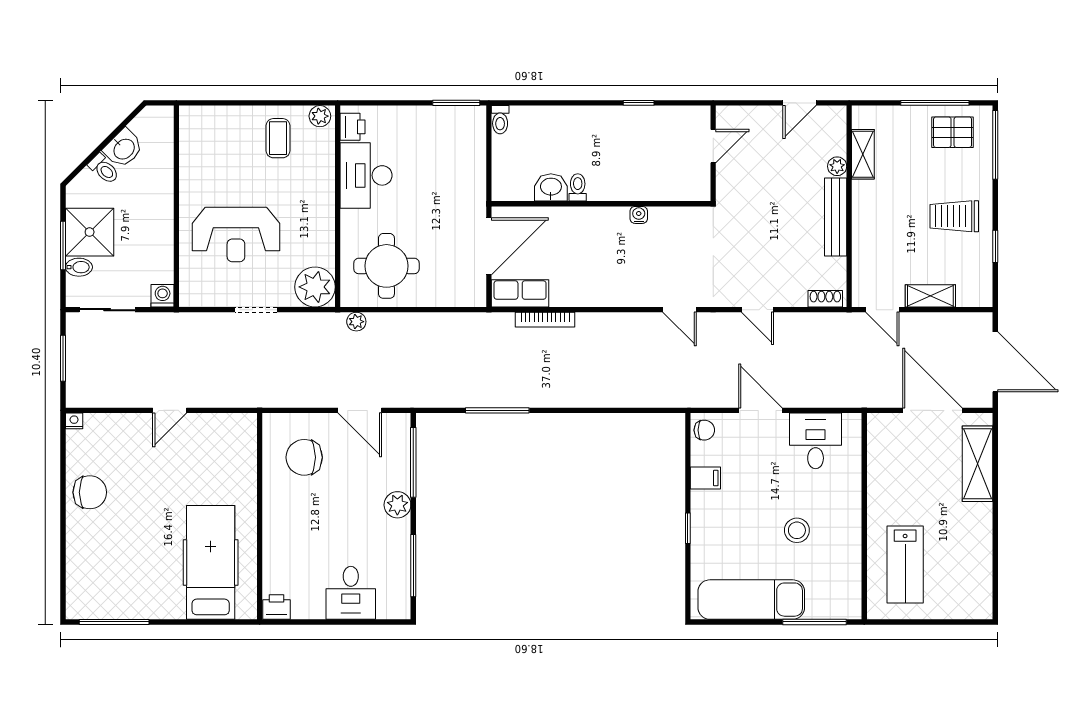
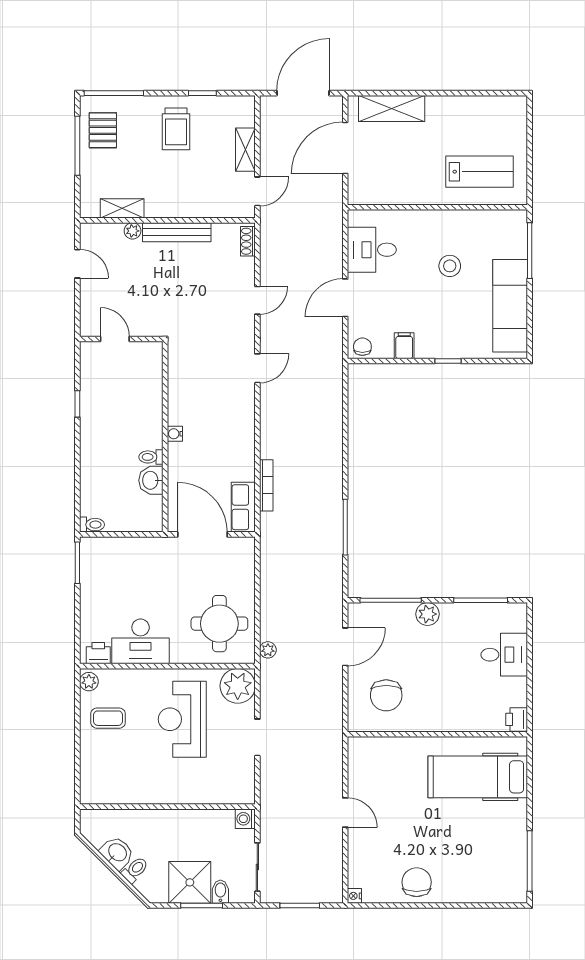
water cooler: (639, 215) -> (175, 434), moved
reception desk: (236, 234) -> (182, 719), moved, turned 180

